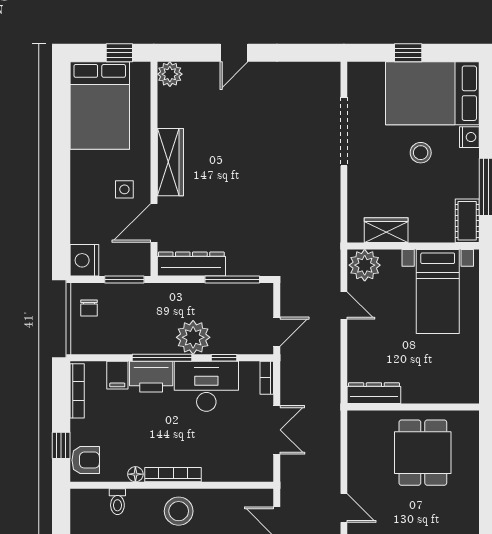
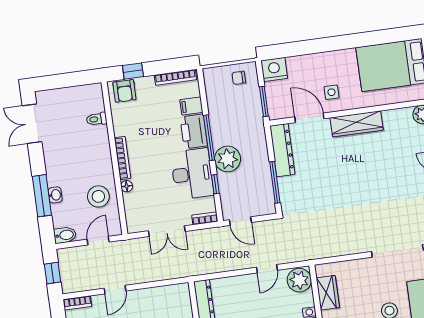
floor lamp: (135, 474) -> (127, 186), moved
stool: (179, 511) -> (98, 196), moved

